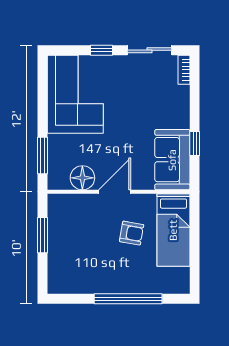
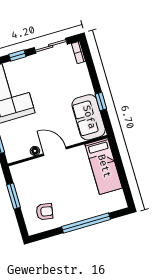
floor lamp: (82, 178) -> (35, 151), width x0.53, depth x0.53
door: (115, 192) -> (55, 151), hinge flipped
armchair: (132, 233) -> (45, 212), moved

